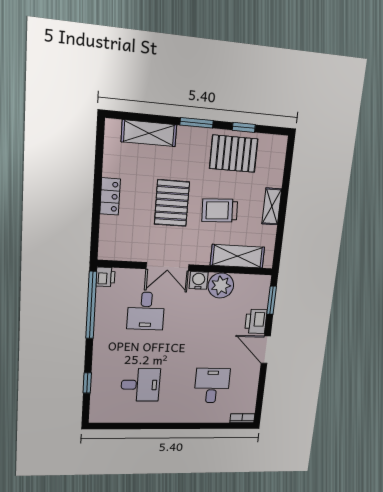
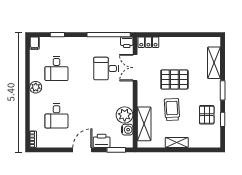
pallet: (234, 154) -> (207, 115), width x0.67, depth x0.71
locker: (110, 196) -> (148, 42), moved
double door: (168, 267) -> (135, 68), moved
water cooler: (199, 280) -> (127, 130), moved
desk: (212, 386) -> (56, 116), turned 90
plant: (167, 415) -> (36, 87), added
filing cabinet: (99, 416) -> (34, 43), added

